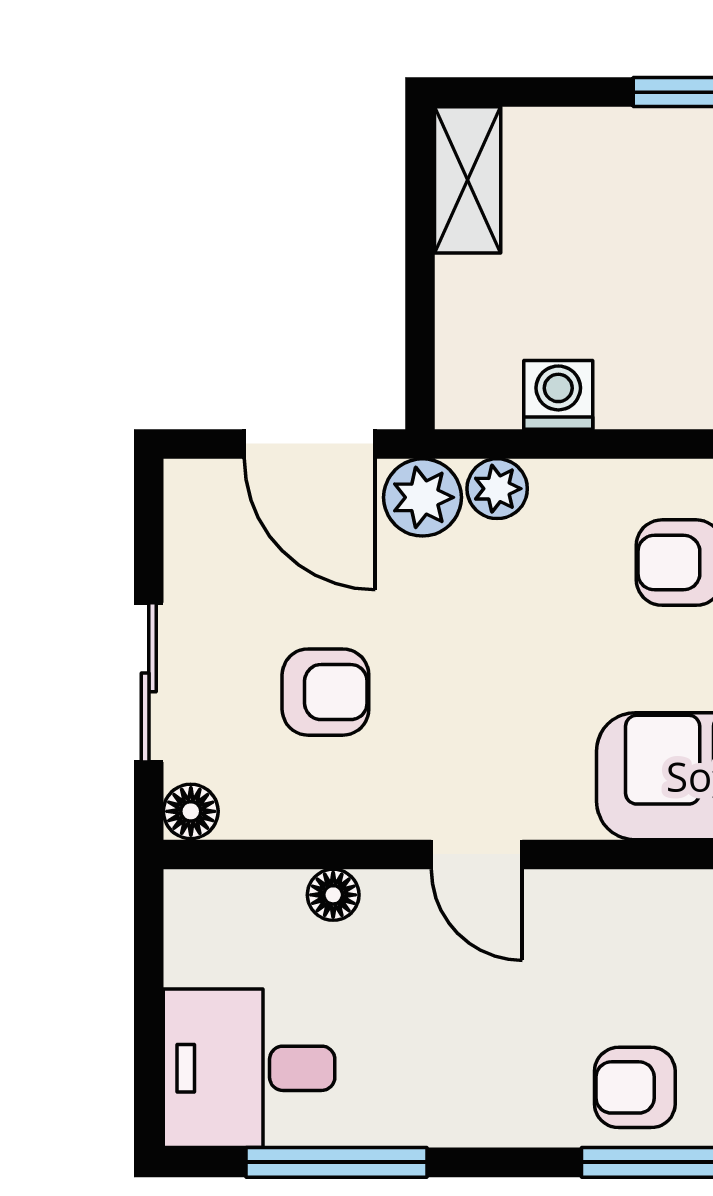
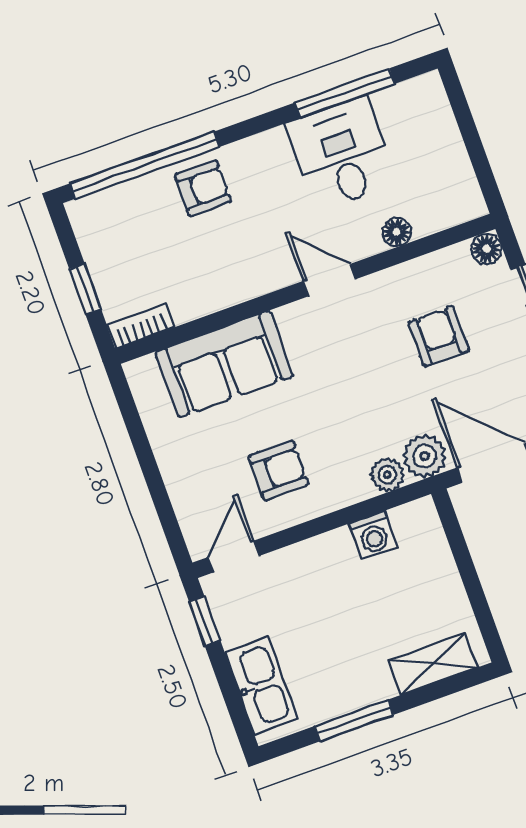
shelving: (468, 180) -> (433, 664), moved, turned 90
armchair: (325, 692) -> (439, 336), turned 90
desk: (249, 1068) -> (342, 153), moved, turned -90

